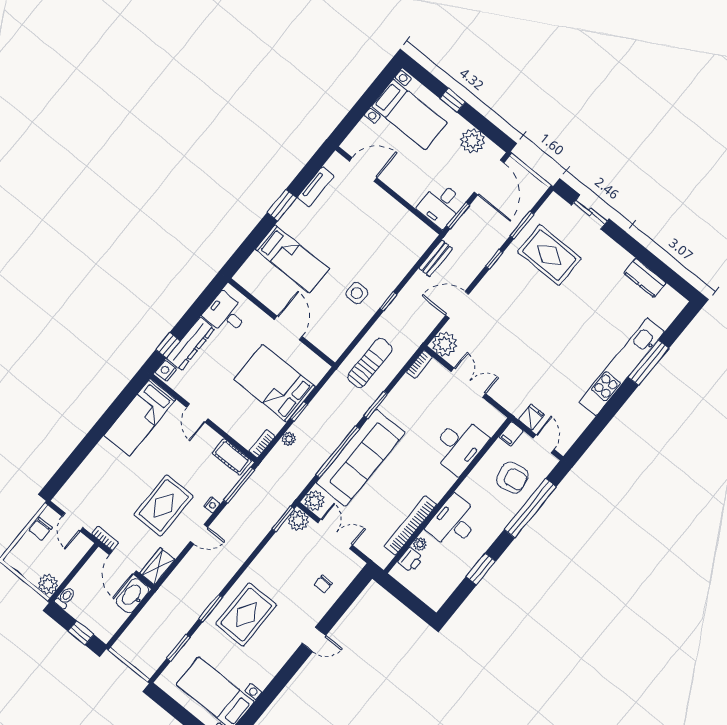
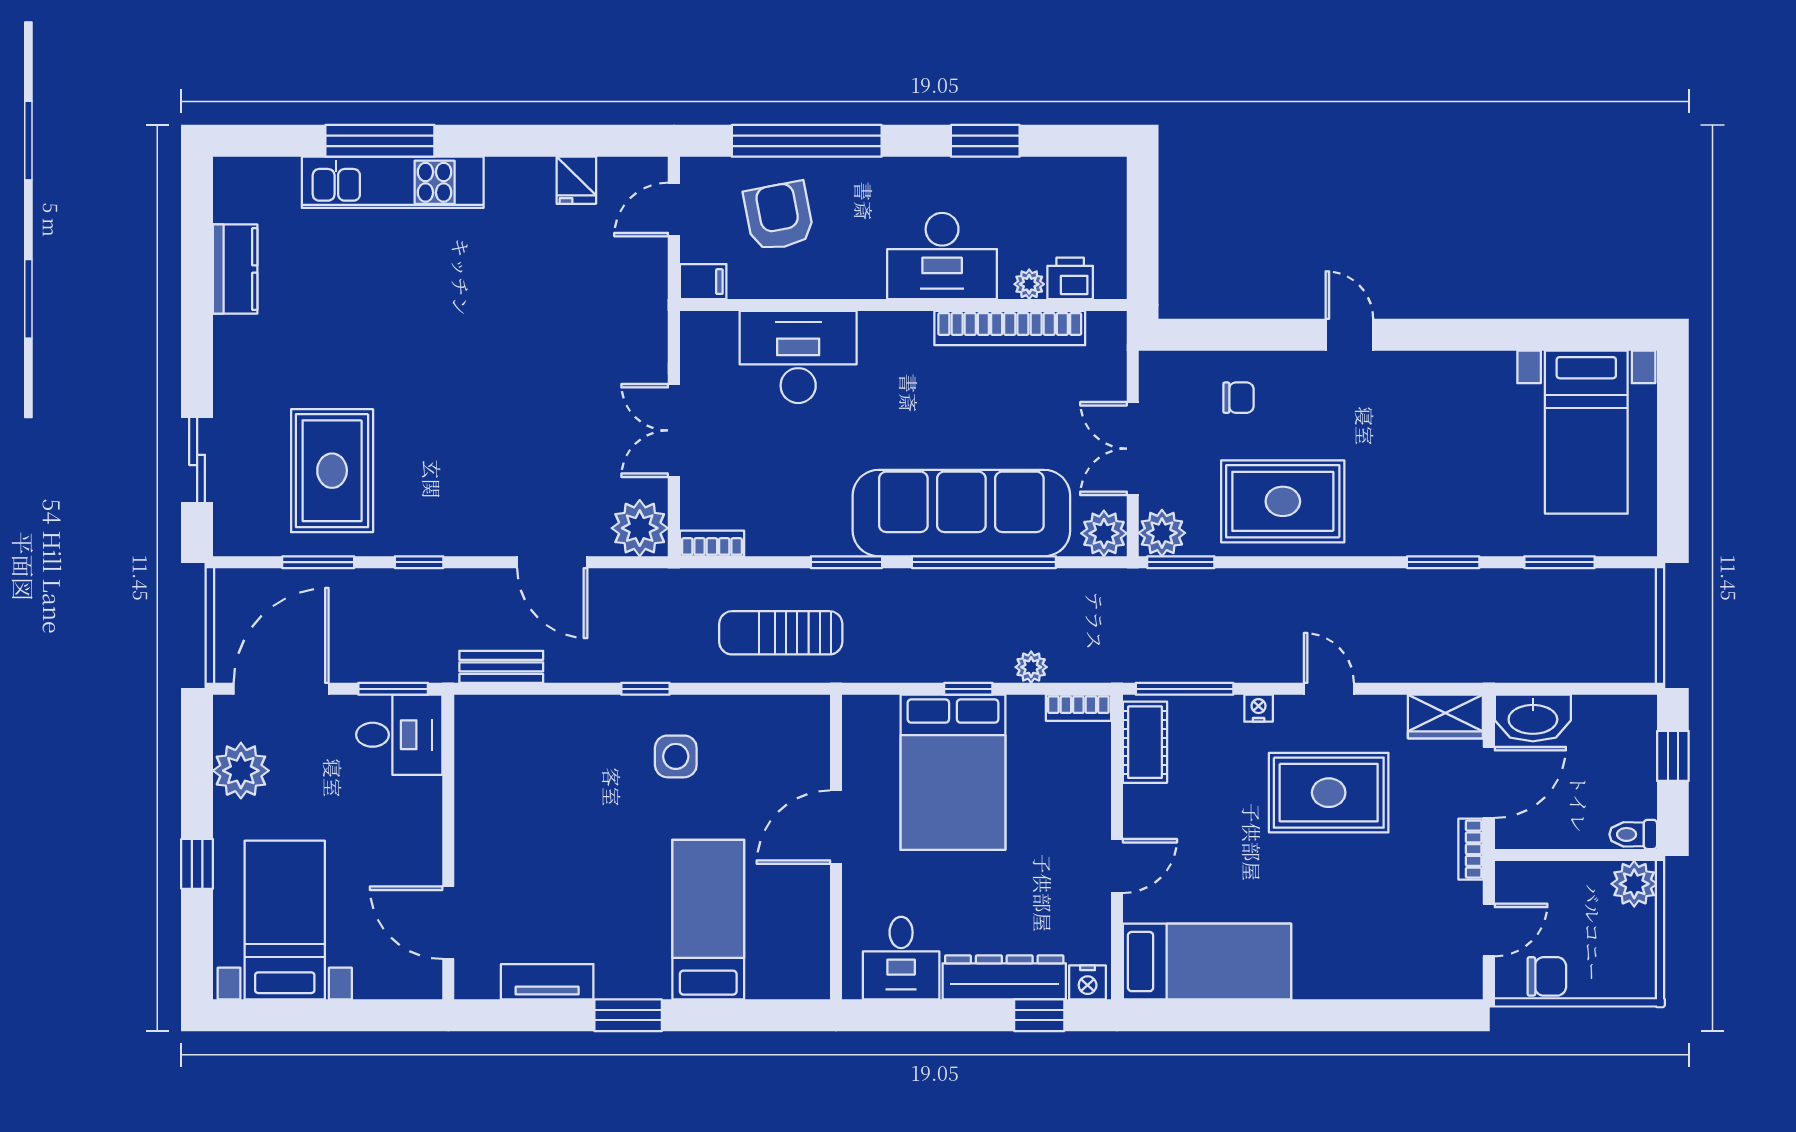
kitchen unit: (622, 367) -> (393, 182), width x0.73
fridge: (531, 417) -> (576, 180), moved, turned -90
rug: (246, 615) -> (1283, 501), moved

